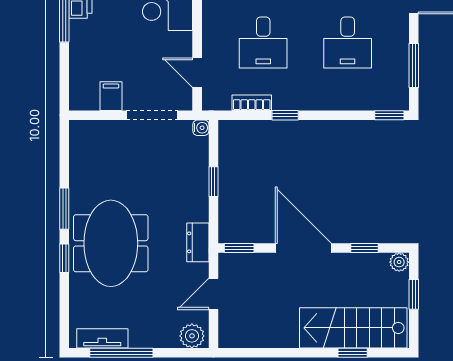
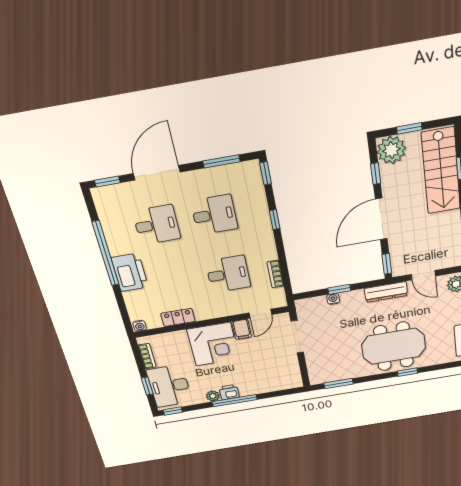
filing cabinet: (111, 96) -> (242, 329), moved, turned -90
window: (285, 115) -> (275, 220), moved
water cooler: (201, 128) -> (333, 299), moved
window: (64, 209) -> (339, 384), moved
dresser: (198, 242) -> (386, 292), width x1.44
plant: (399, 262) -> (391, 150), width x1.88, depth x1.88

